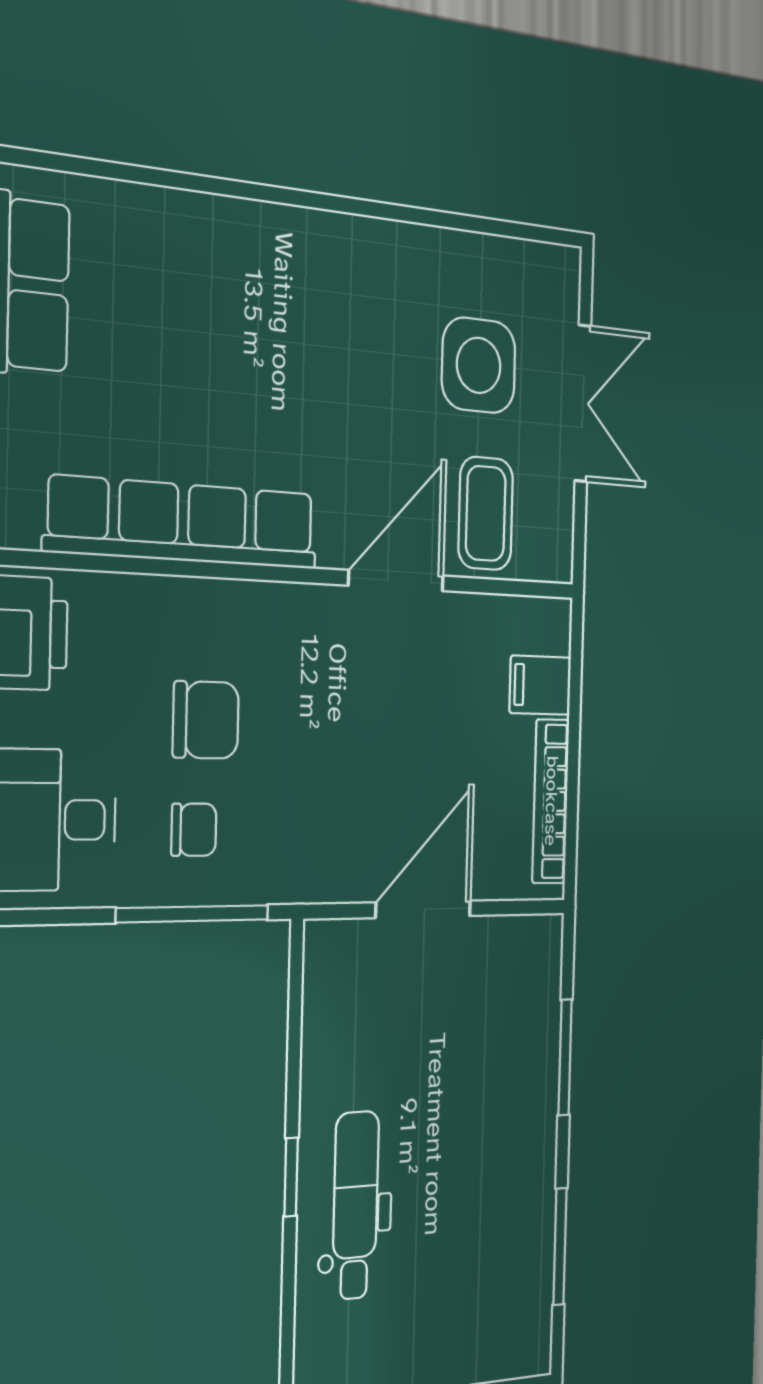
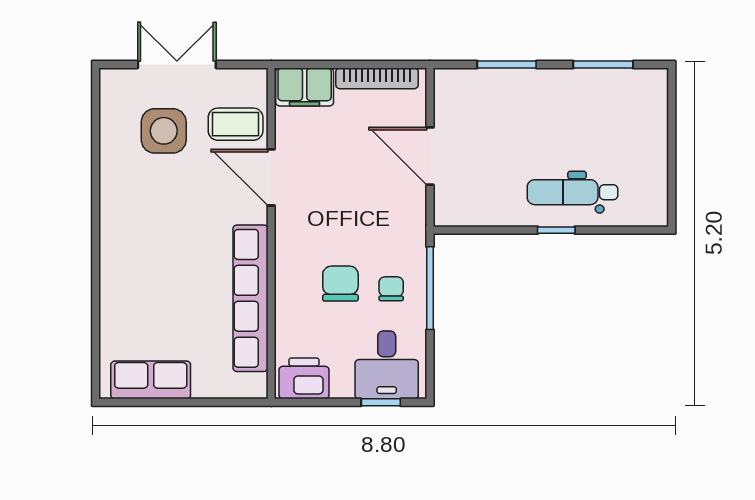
filing cabinet: (540, 685) -> (305, 87), width x2.00

